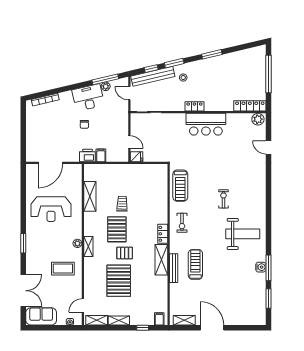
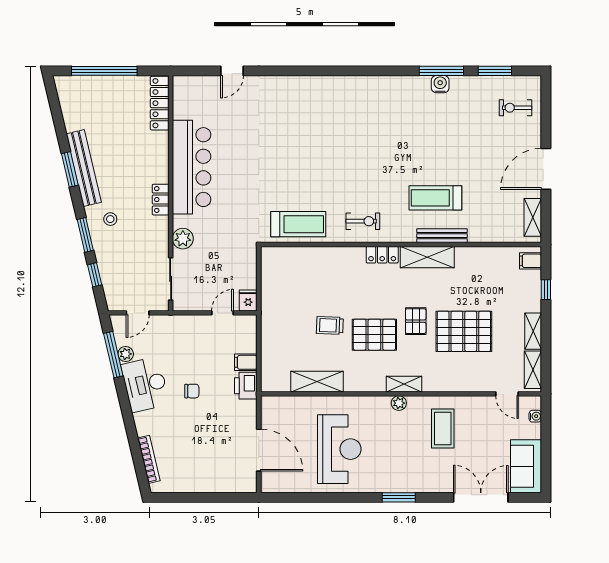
bench: (153, 76) -> (84, 168), moved
plant: (258, 119) -> (183, 239), moved
bar counter: (206, 124) -> (192, 167), width x1.36
exercise bike: (223, 199) -> (516, 108), moved
weight bench: (243, 234) -> (382, 115), removed

